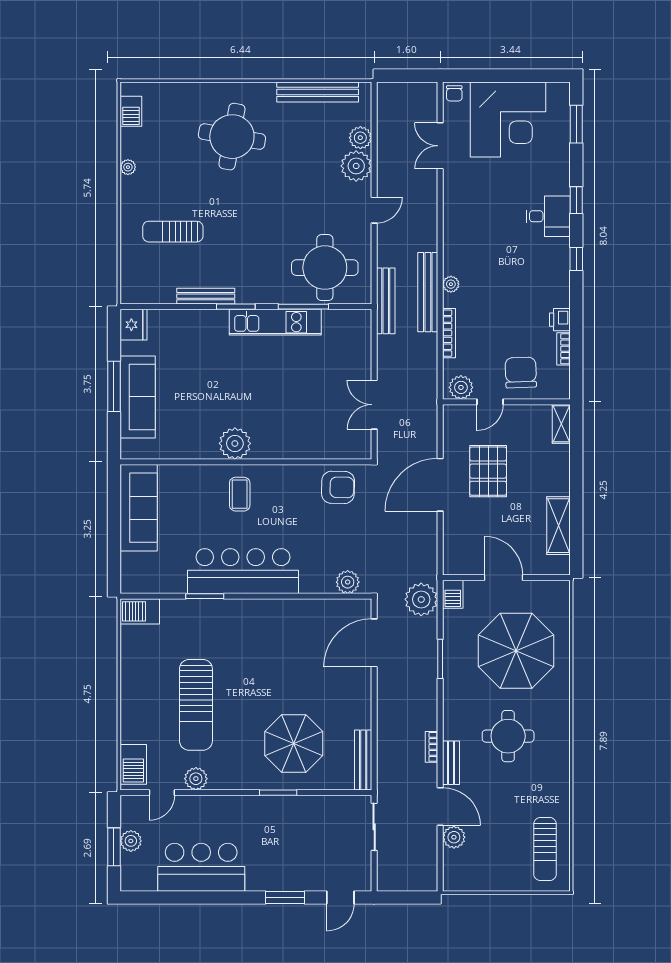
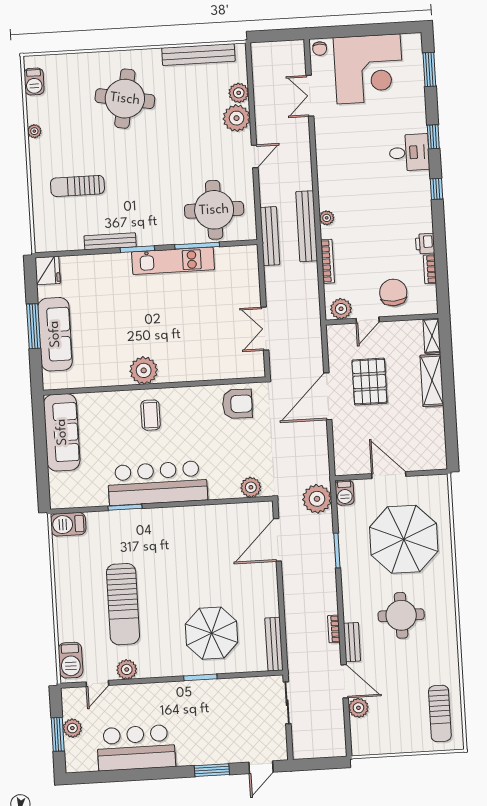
shelving: (558, 526) -> (432, 380), moved

